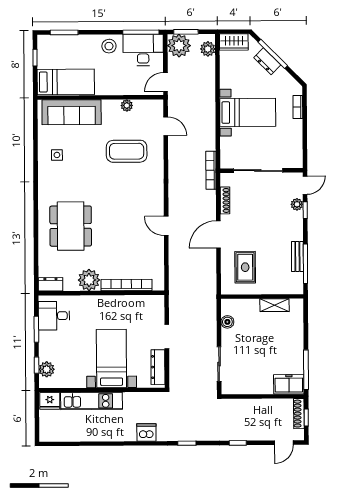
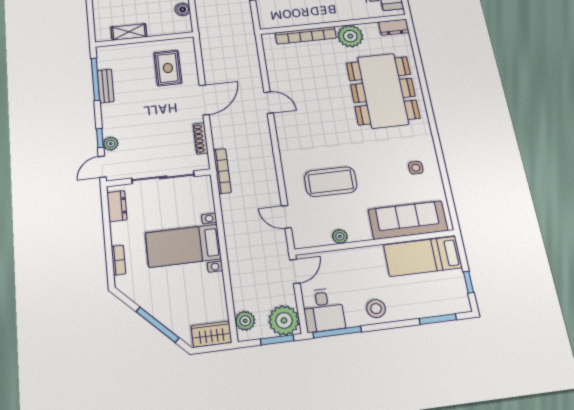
desk: (143, 50) -> (323, 310), width x0.73
dresser: (267, 61) -> (117, 206), moved, turned 45
dining table: (71, 226) -> (383, 90), width x1.36, depth x1.24

